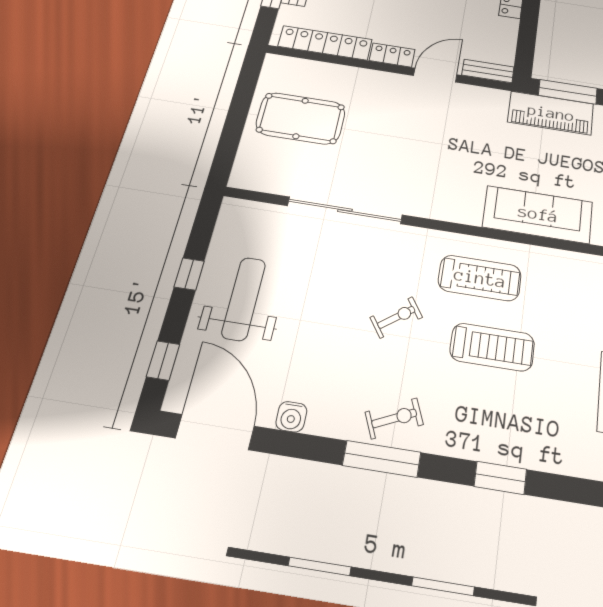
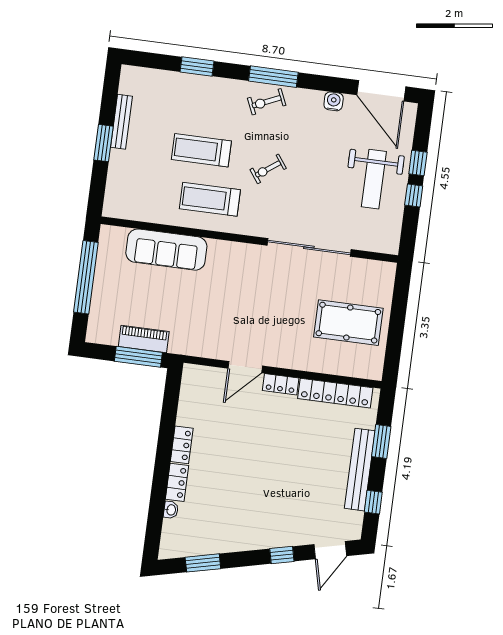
bench: (488, 71) -> (203, 373), removed
piano: (551, 113) -> (144, 339), width x0.73, depth x0.75
window: (163, 361) -> (418, 163), moved

